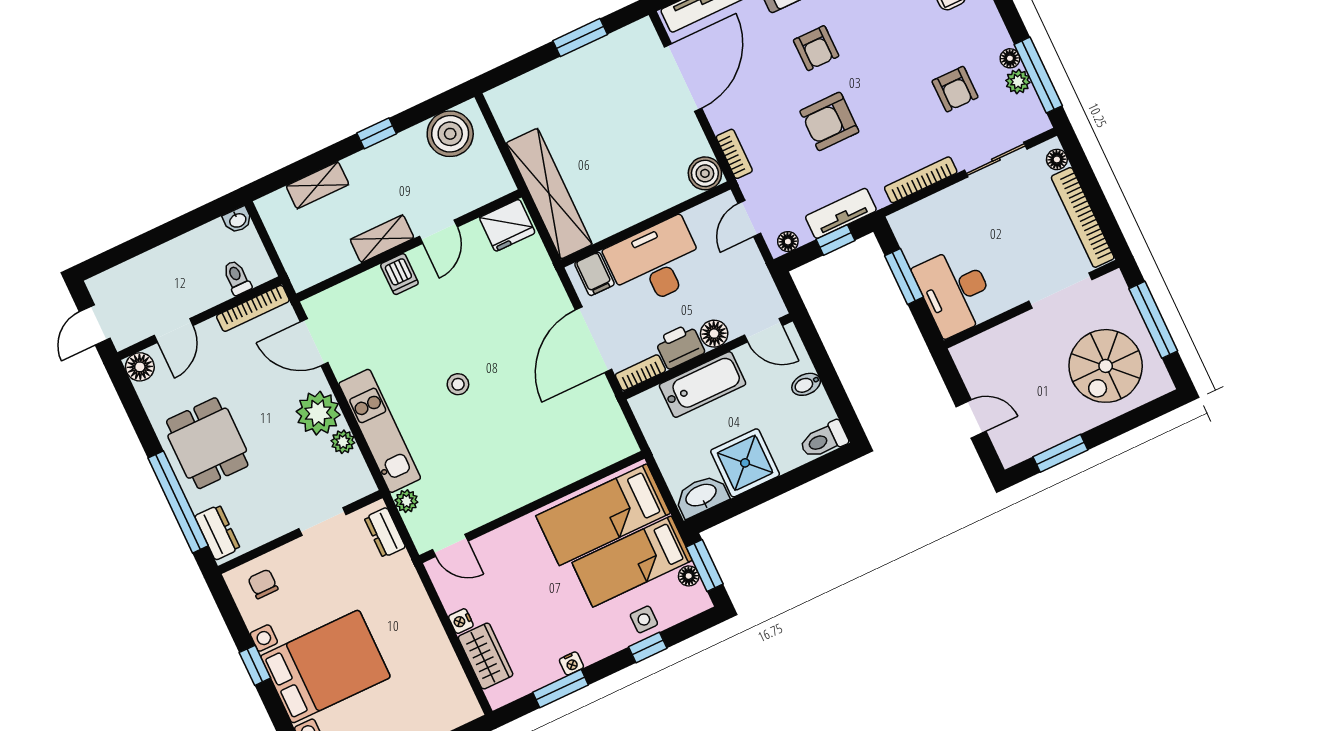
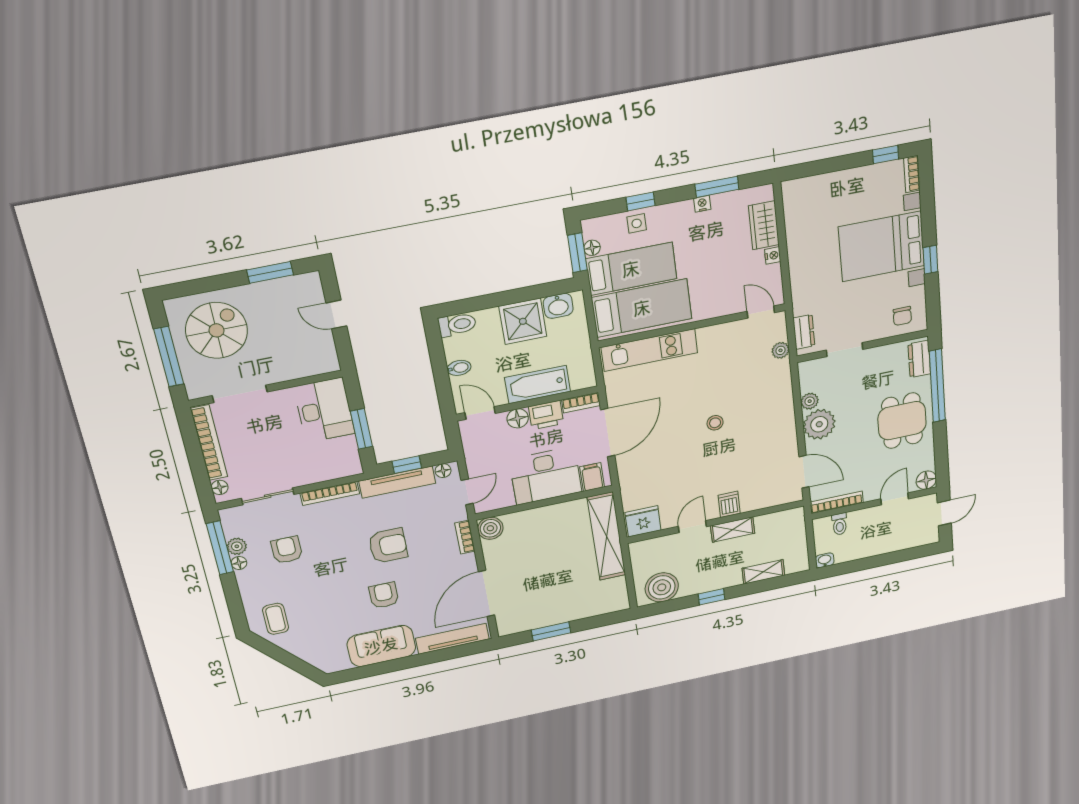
tv unit: (841, 213) -> (397, 482), width x1.41
kitchen unit: (380, 431) -> (649, 350), moved, turned -90
washbasin: (701, 496) -> (558, 306), width x0.72

